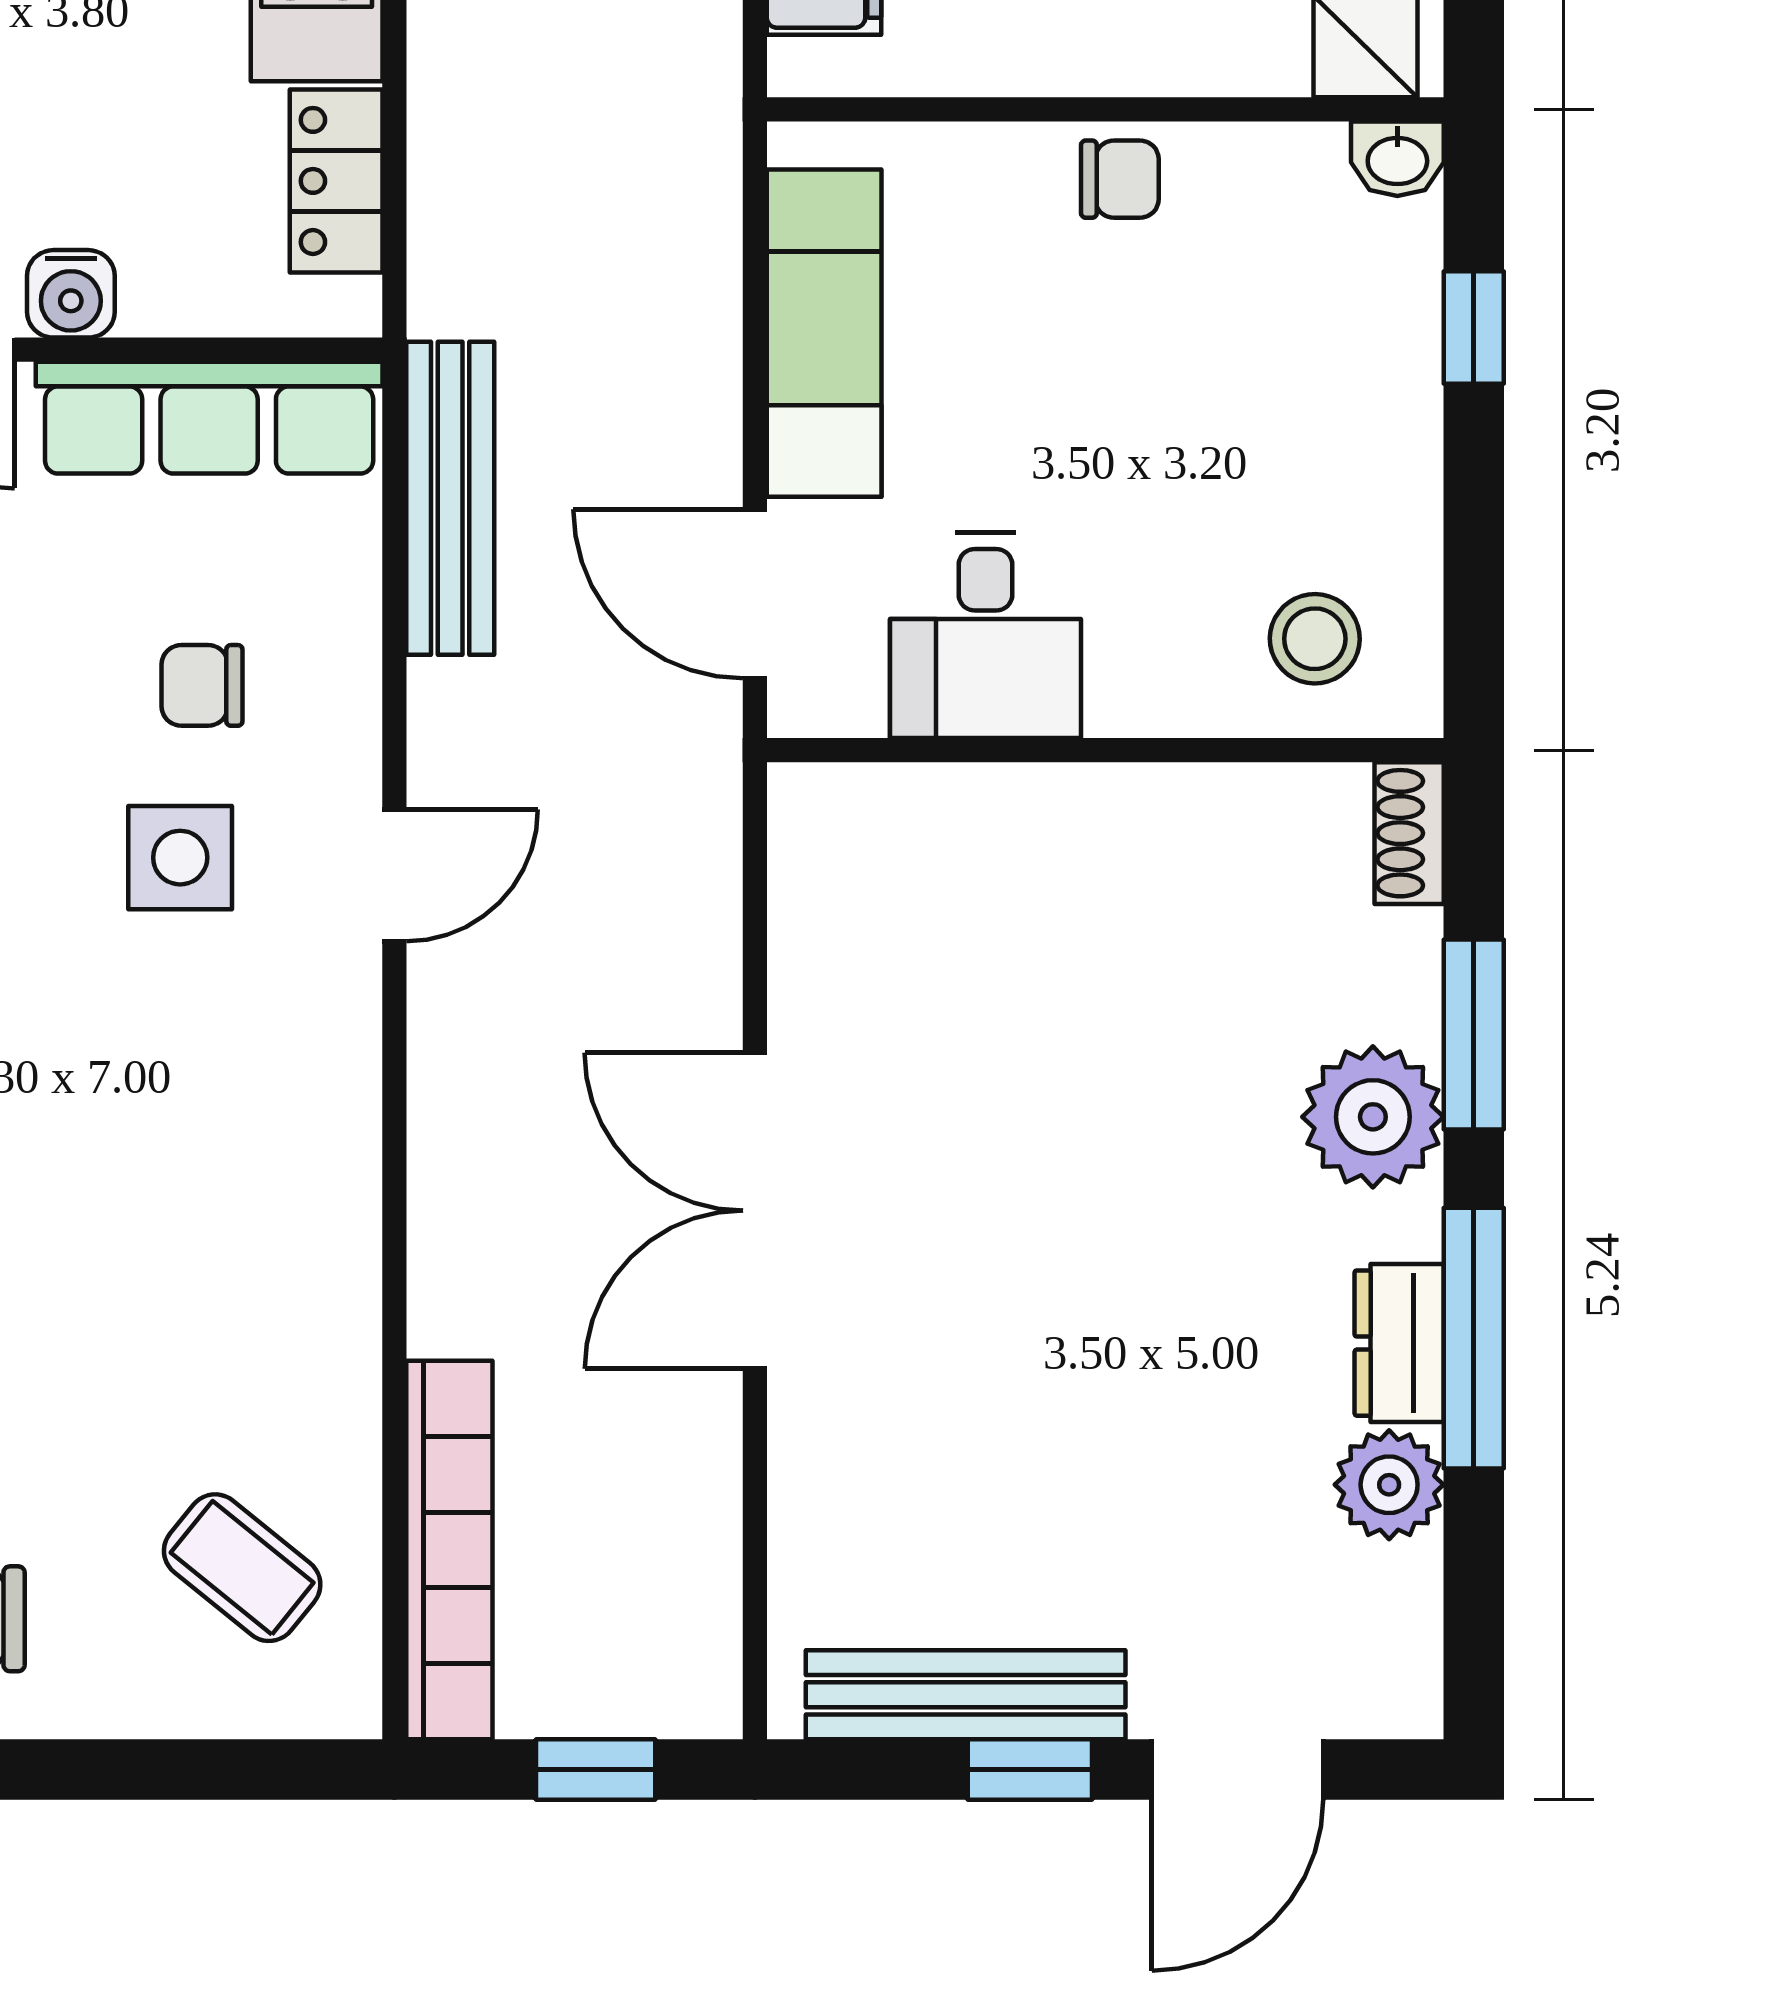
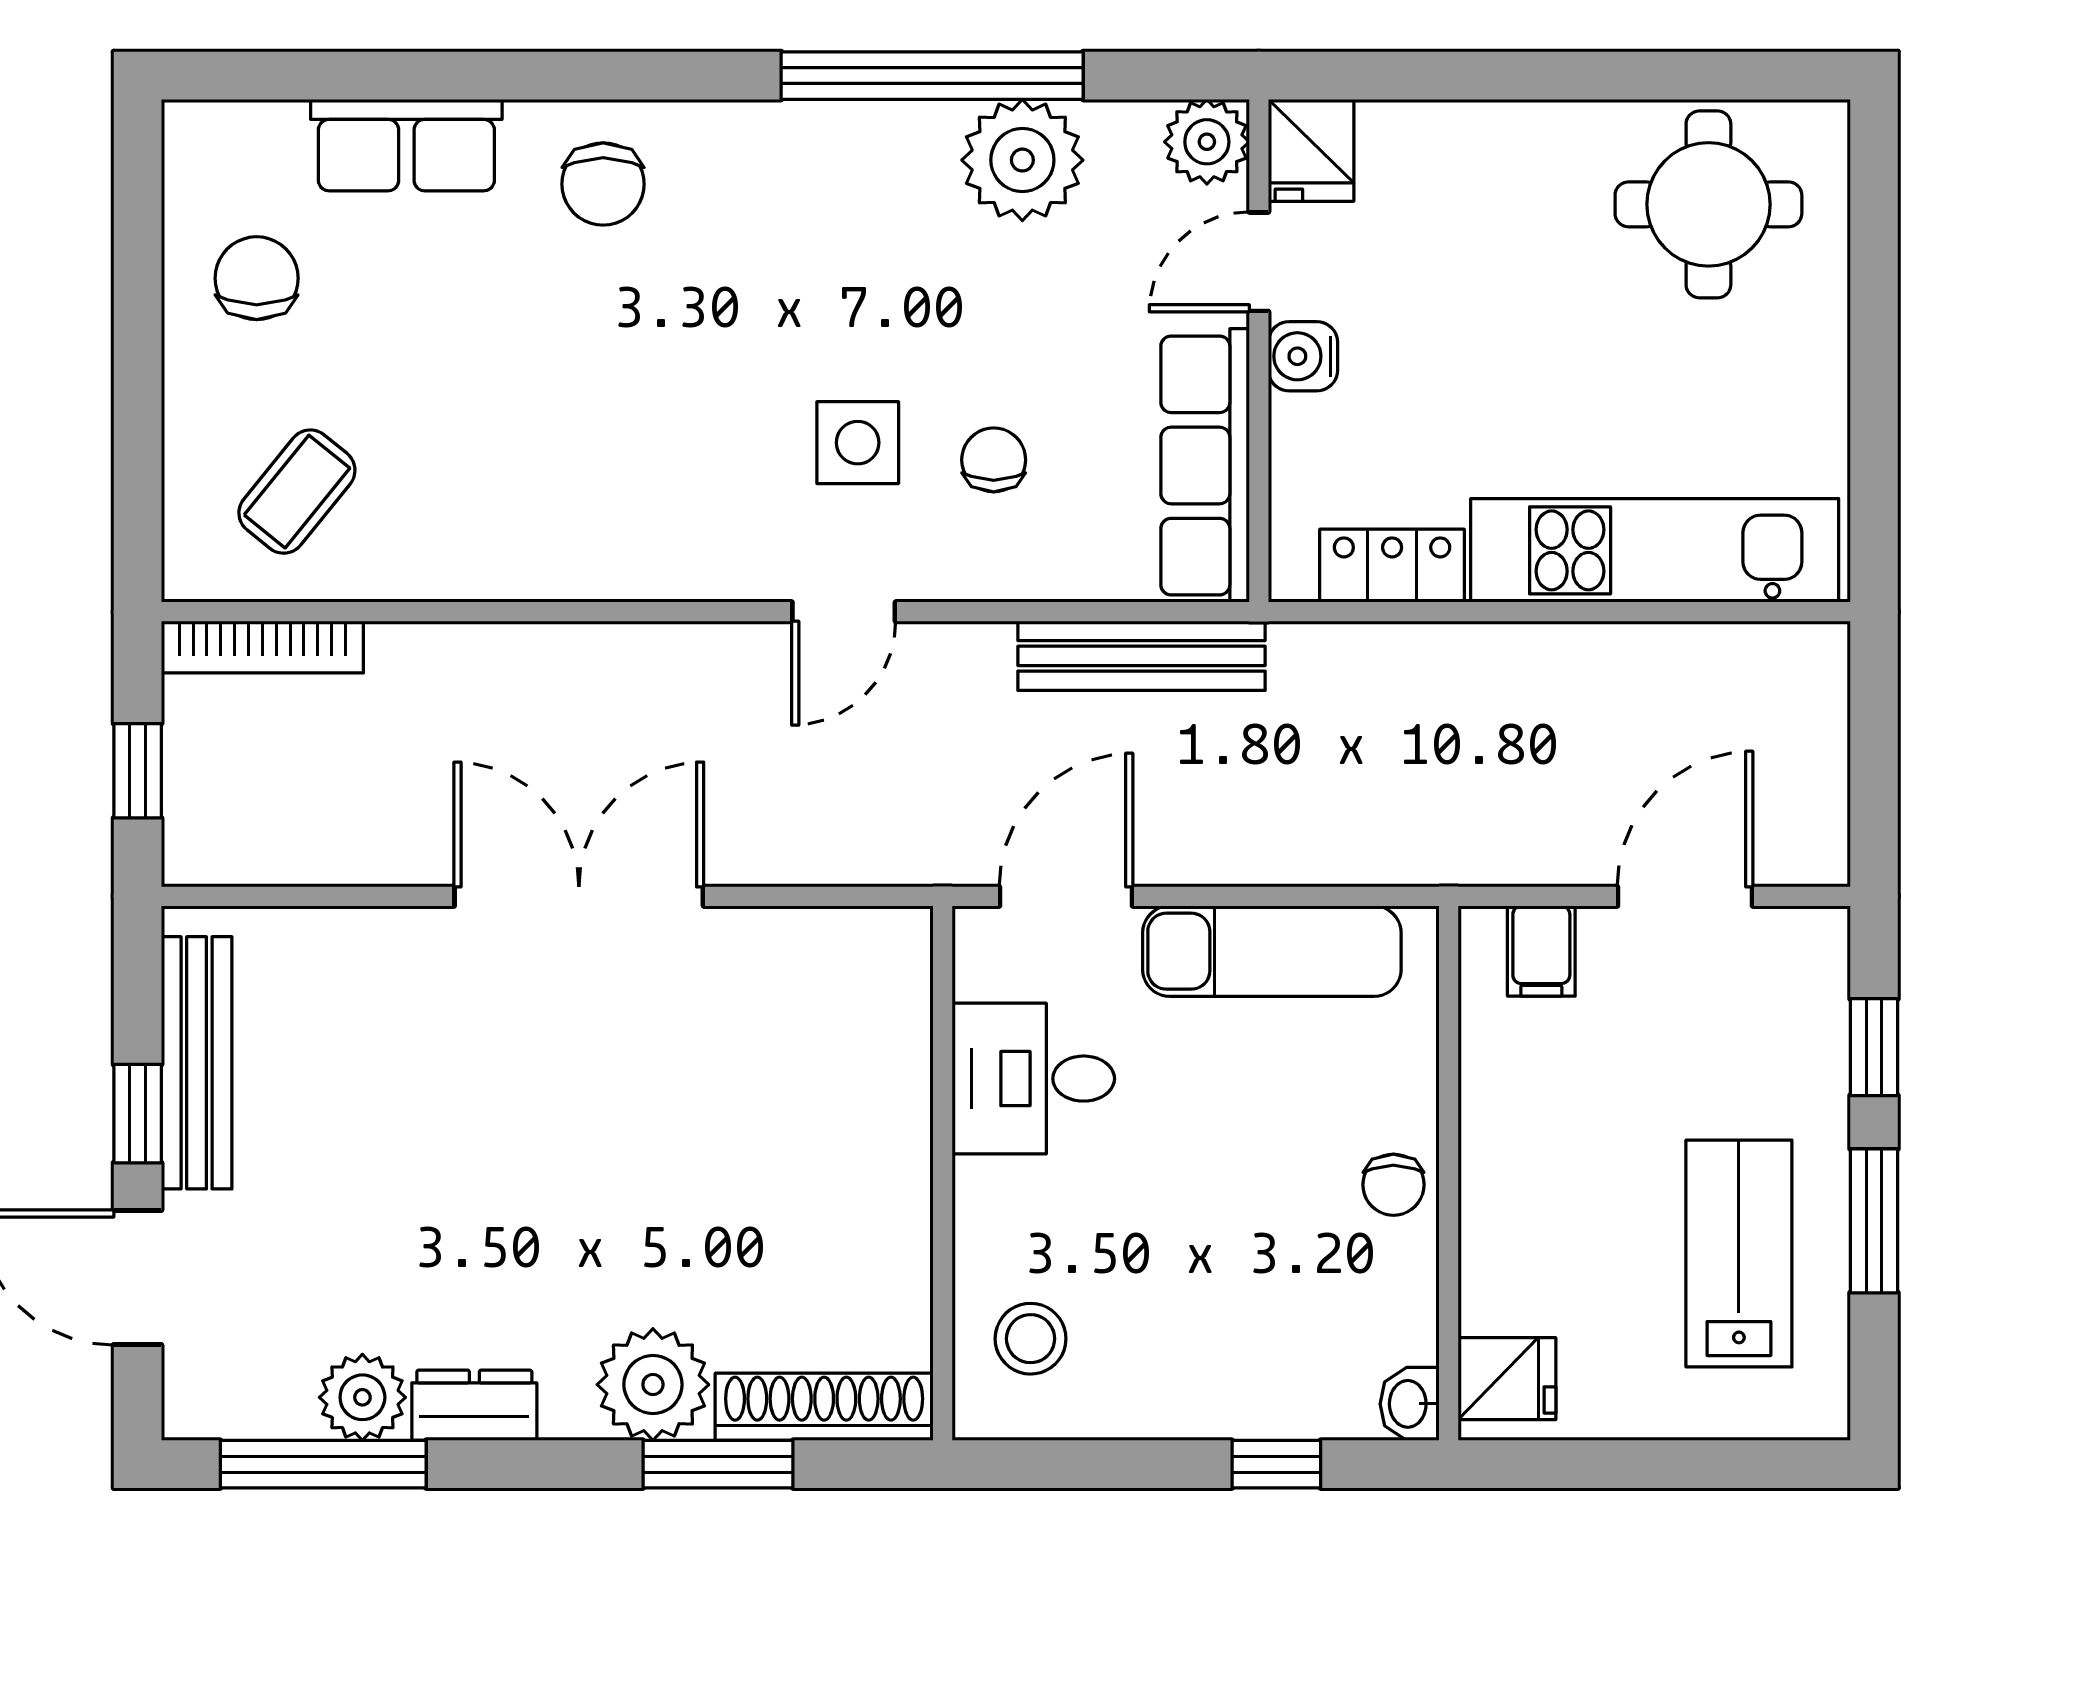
shoe rack: (1409, 833) -> (824, 1407), width x1.94, depth x1.24
door: (394, 875) -> (844, 612), hinge flipped
window: (1474, 1338) -> (323, 1464), moved
bookcase: (449, 1550) -> (262, 647), width x0.68, depth x0.76

